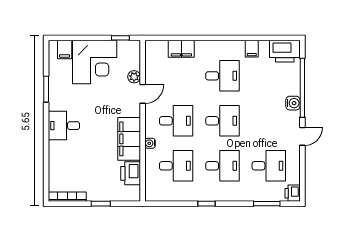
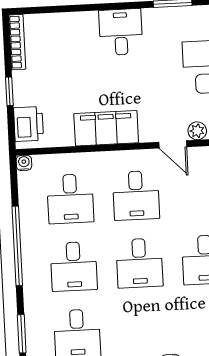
water cooler: (150, 143) -> (24, 163), moved
printer: (131, 173) -> (29, 124), moved, turned 90
window: (206, 204) -> (17, 246), width x3.17

